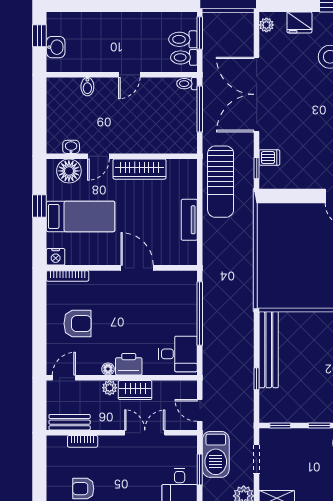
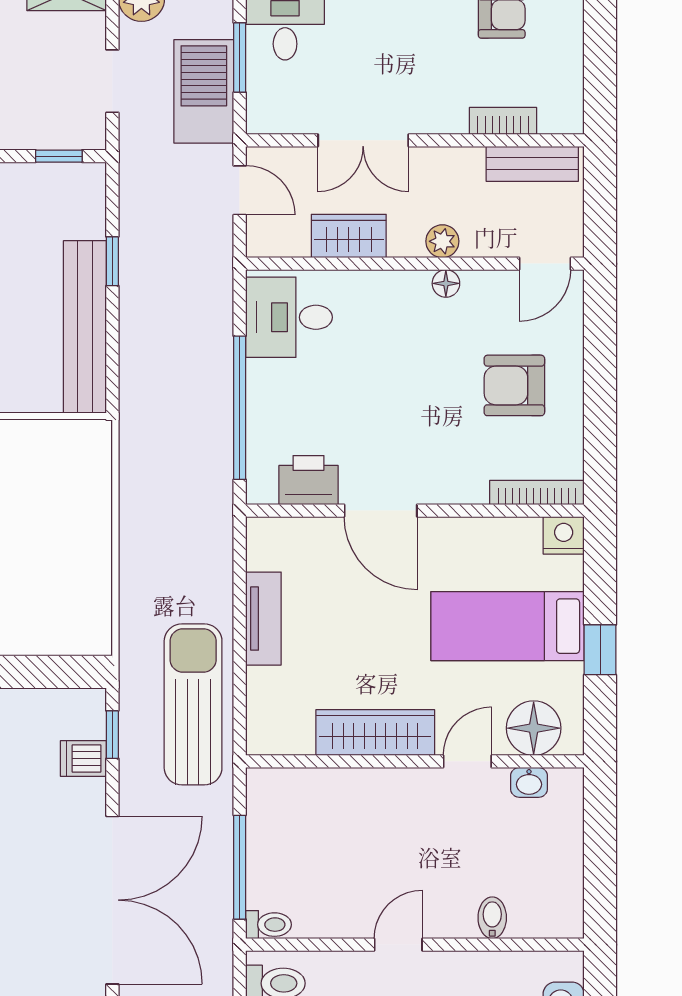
printer: (129, 364) -> (309, 480), moved, turned 180
wardrobe: (135, 390) -> (349, 236), moved

